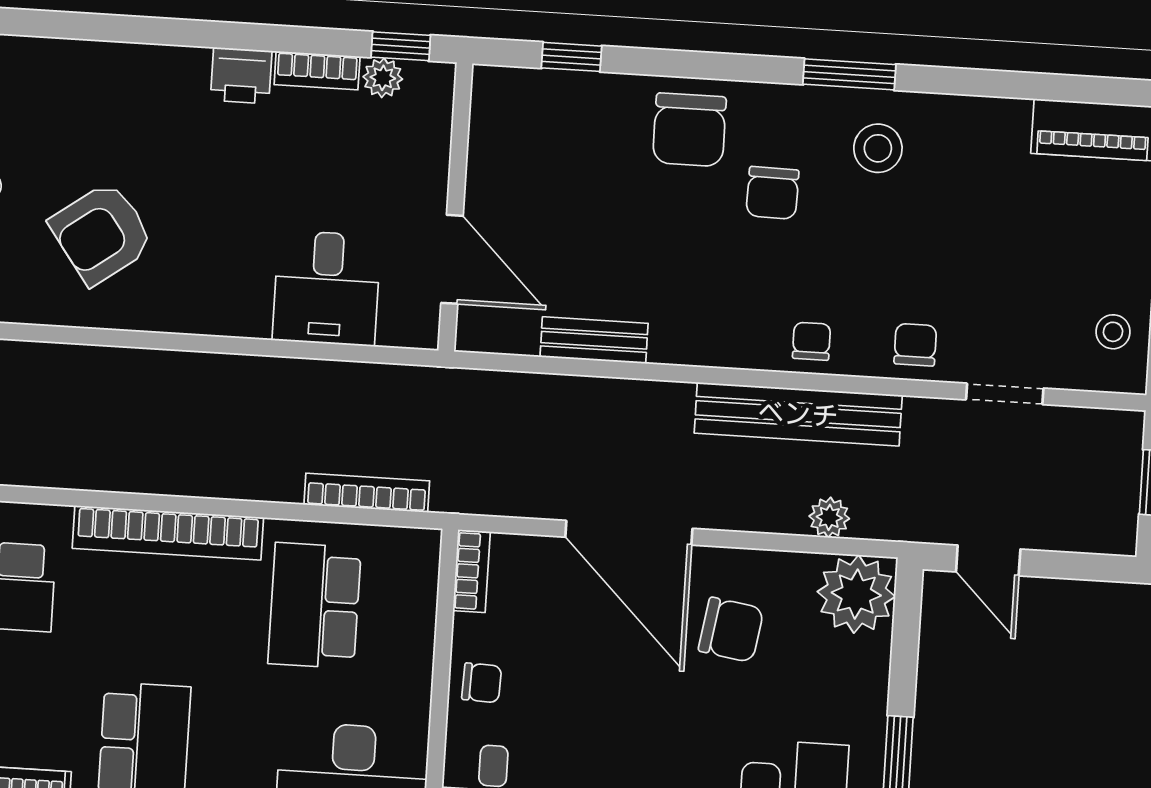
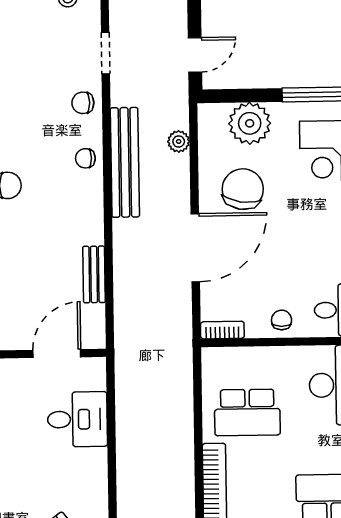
bookcase: (367, 493) -> (185, 389), removed
plant: (856, 594) -> (250, 123), moved
chair: (731, 630) -> (243, 189), width x1.37, depth x1.37

